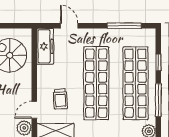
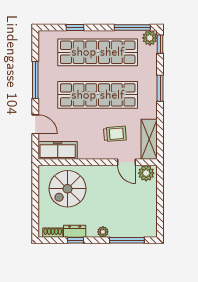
door: (69, 26) -> (35, 124), swing flipped
window: (124, 26) -> (35, 80), moved
window: (158, 100) -> (132, 28), moved

